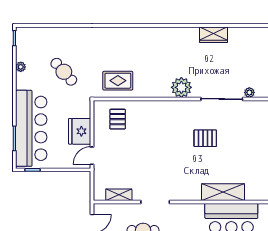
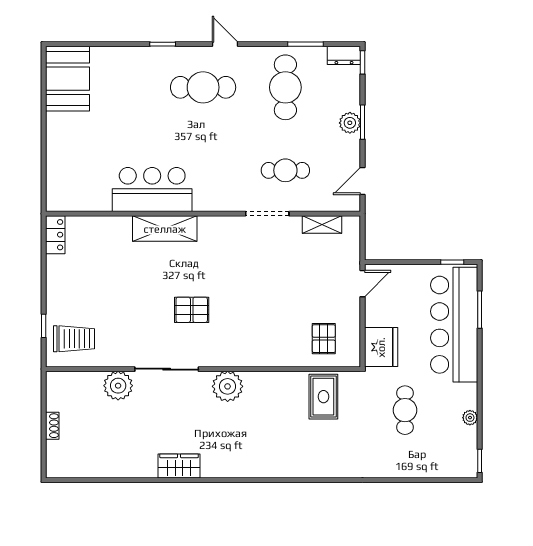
cafe table: (64, 72) -> (405, 410), turned 42
rug: (118, 81) -> (323, 397), turned 90
plant: (249, 92) -> (118, 386), width x1.87, depth x1.87
fridge: (80, 131) -> (381, 347), moved

